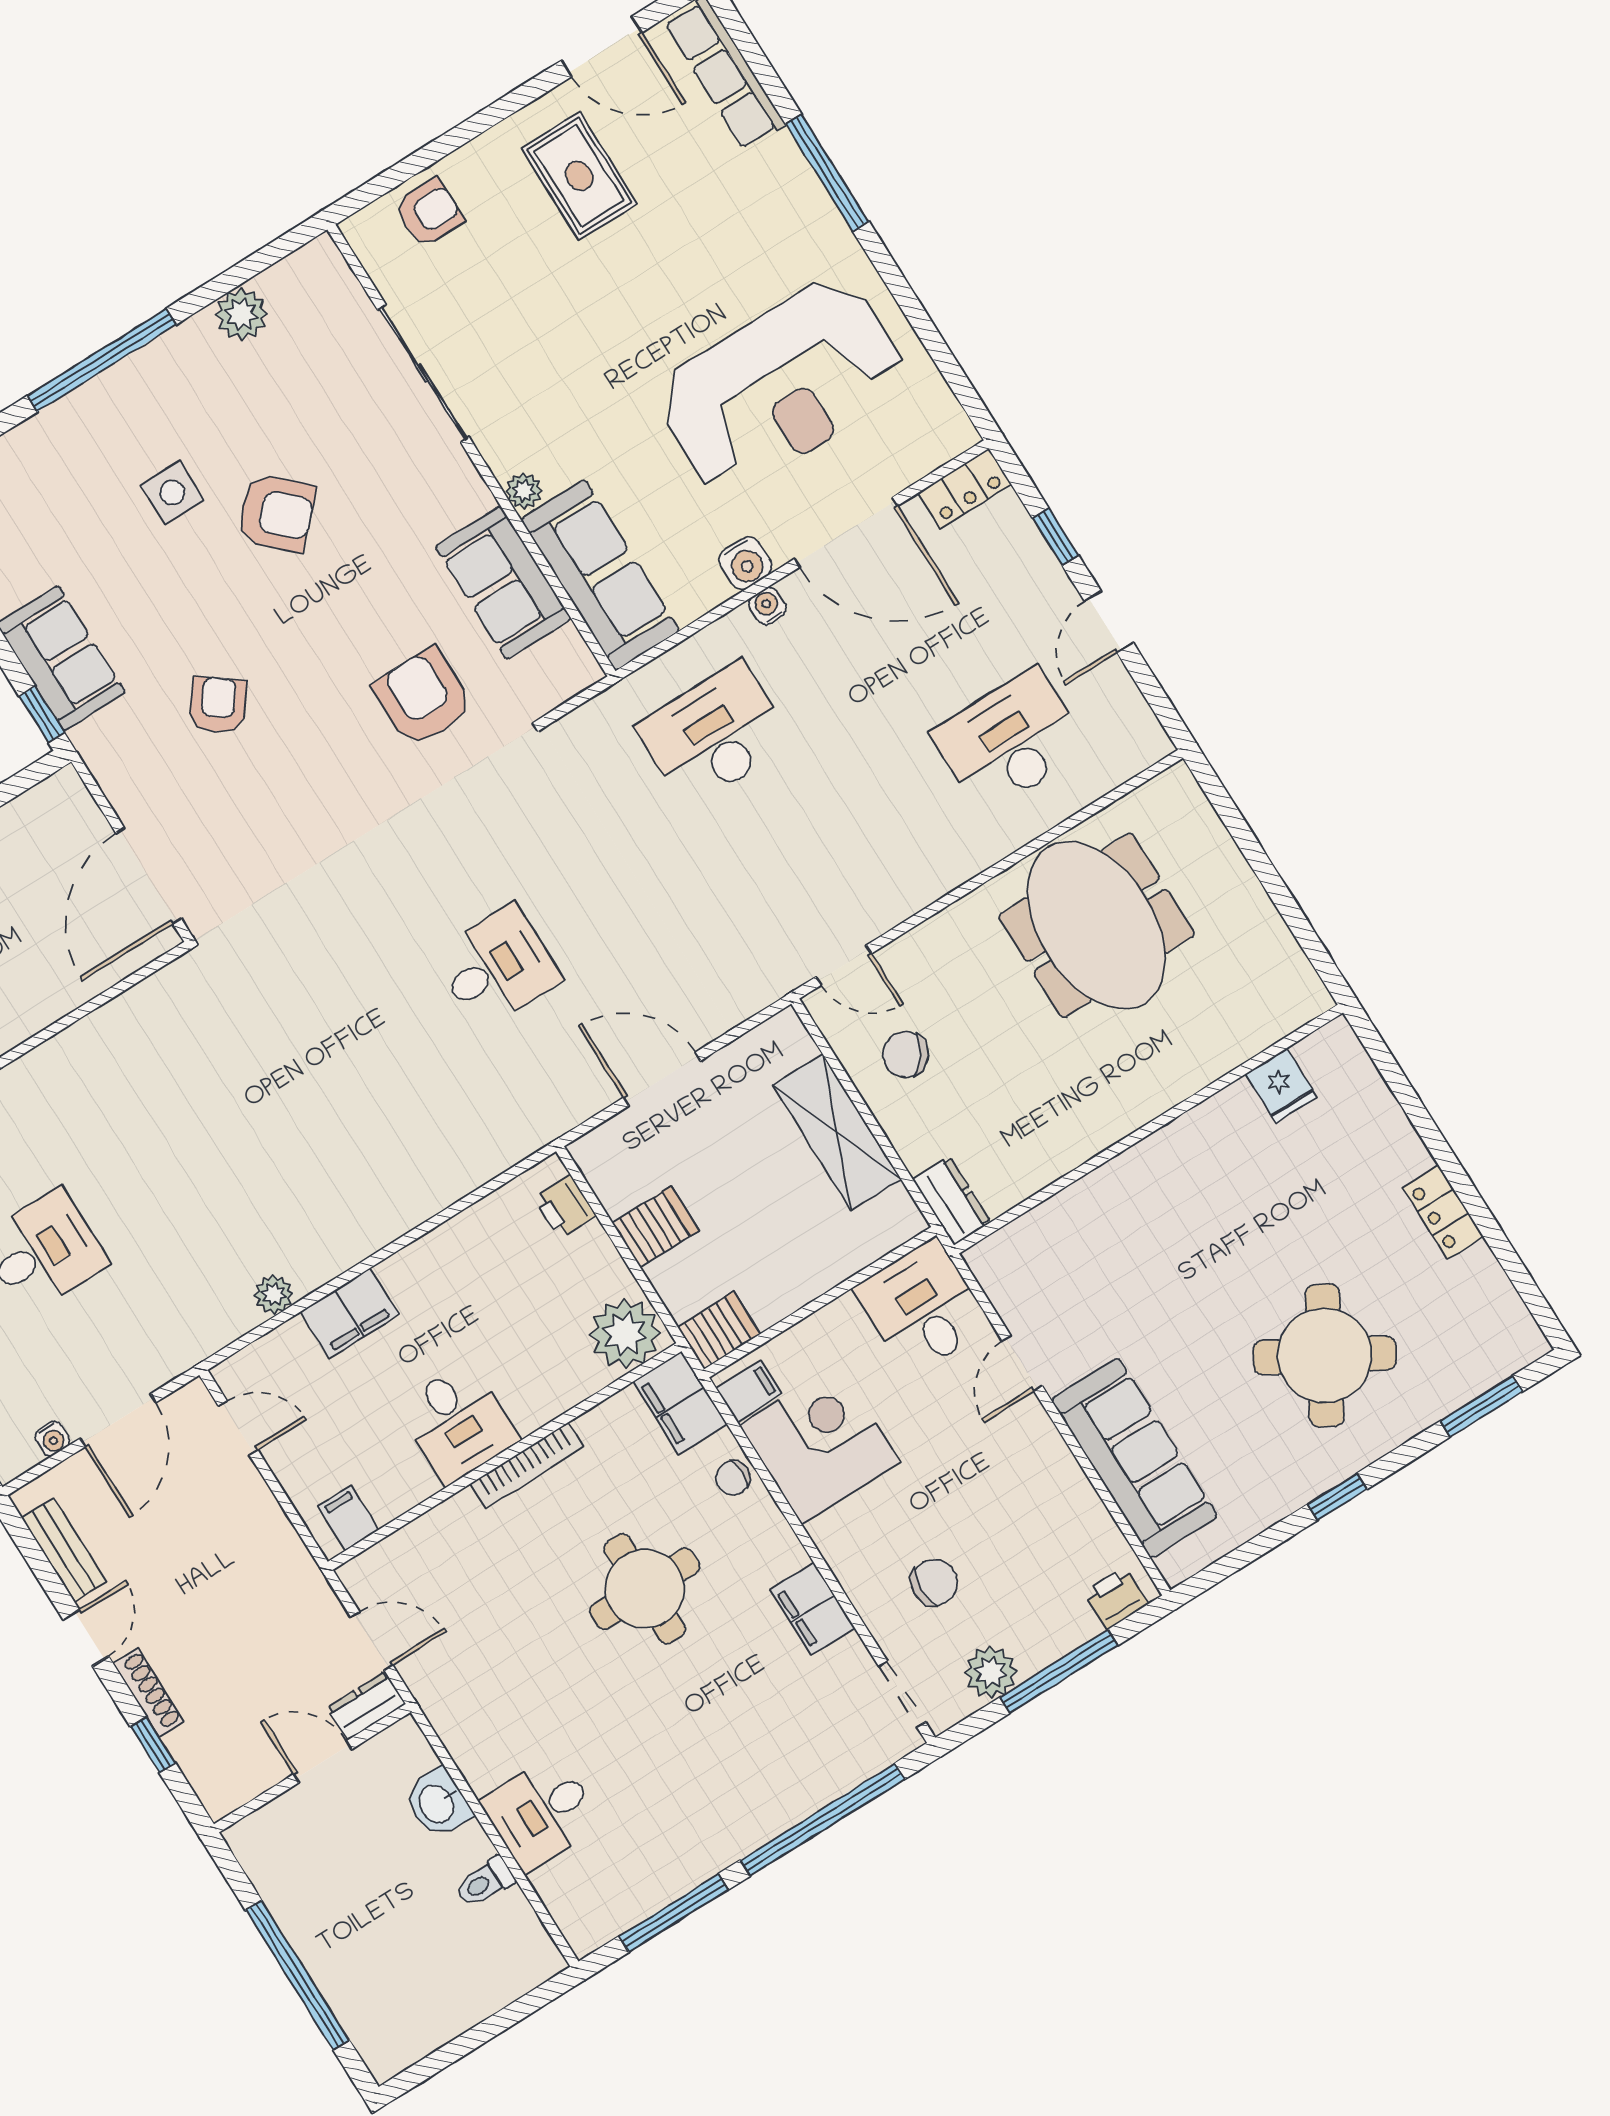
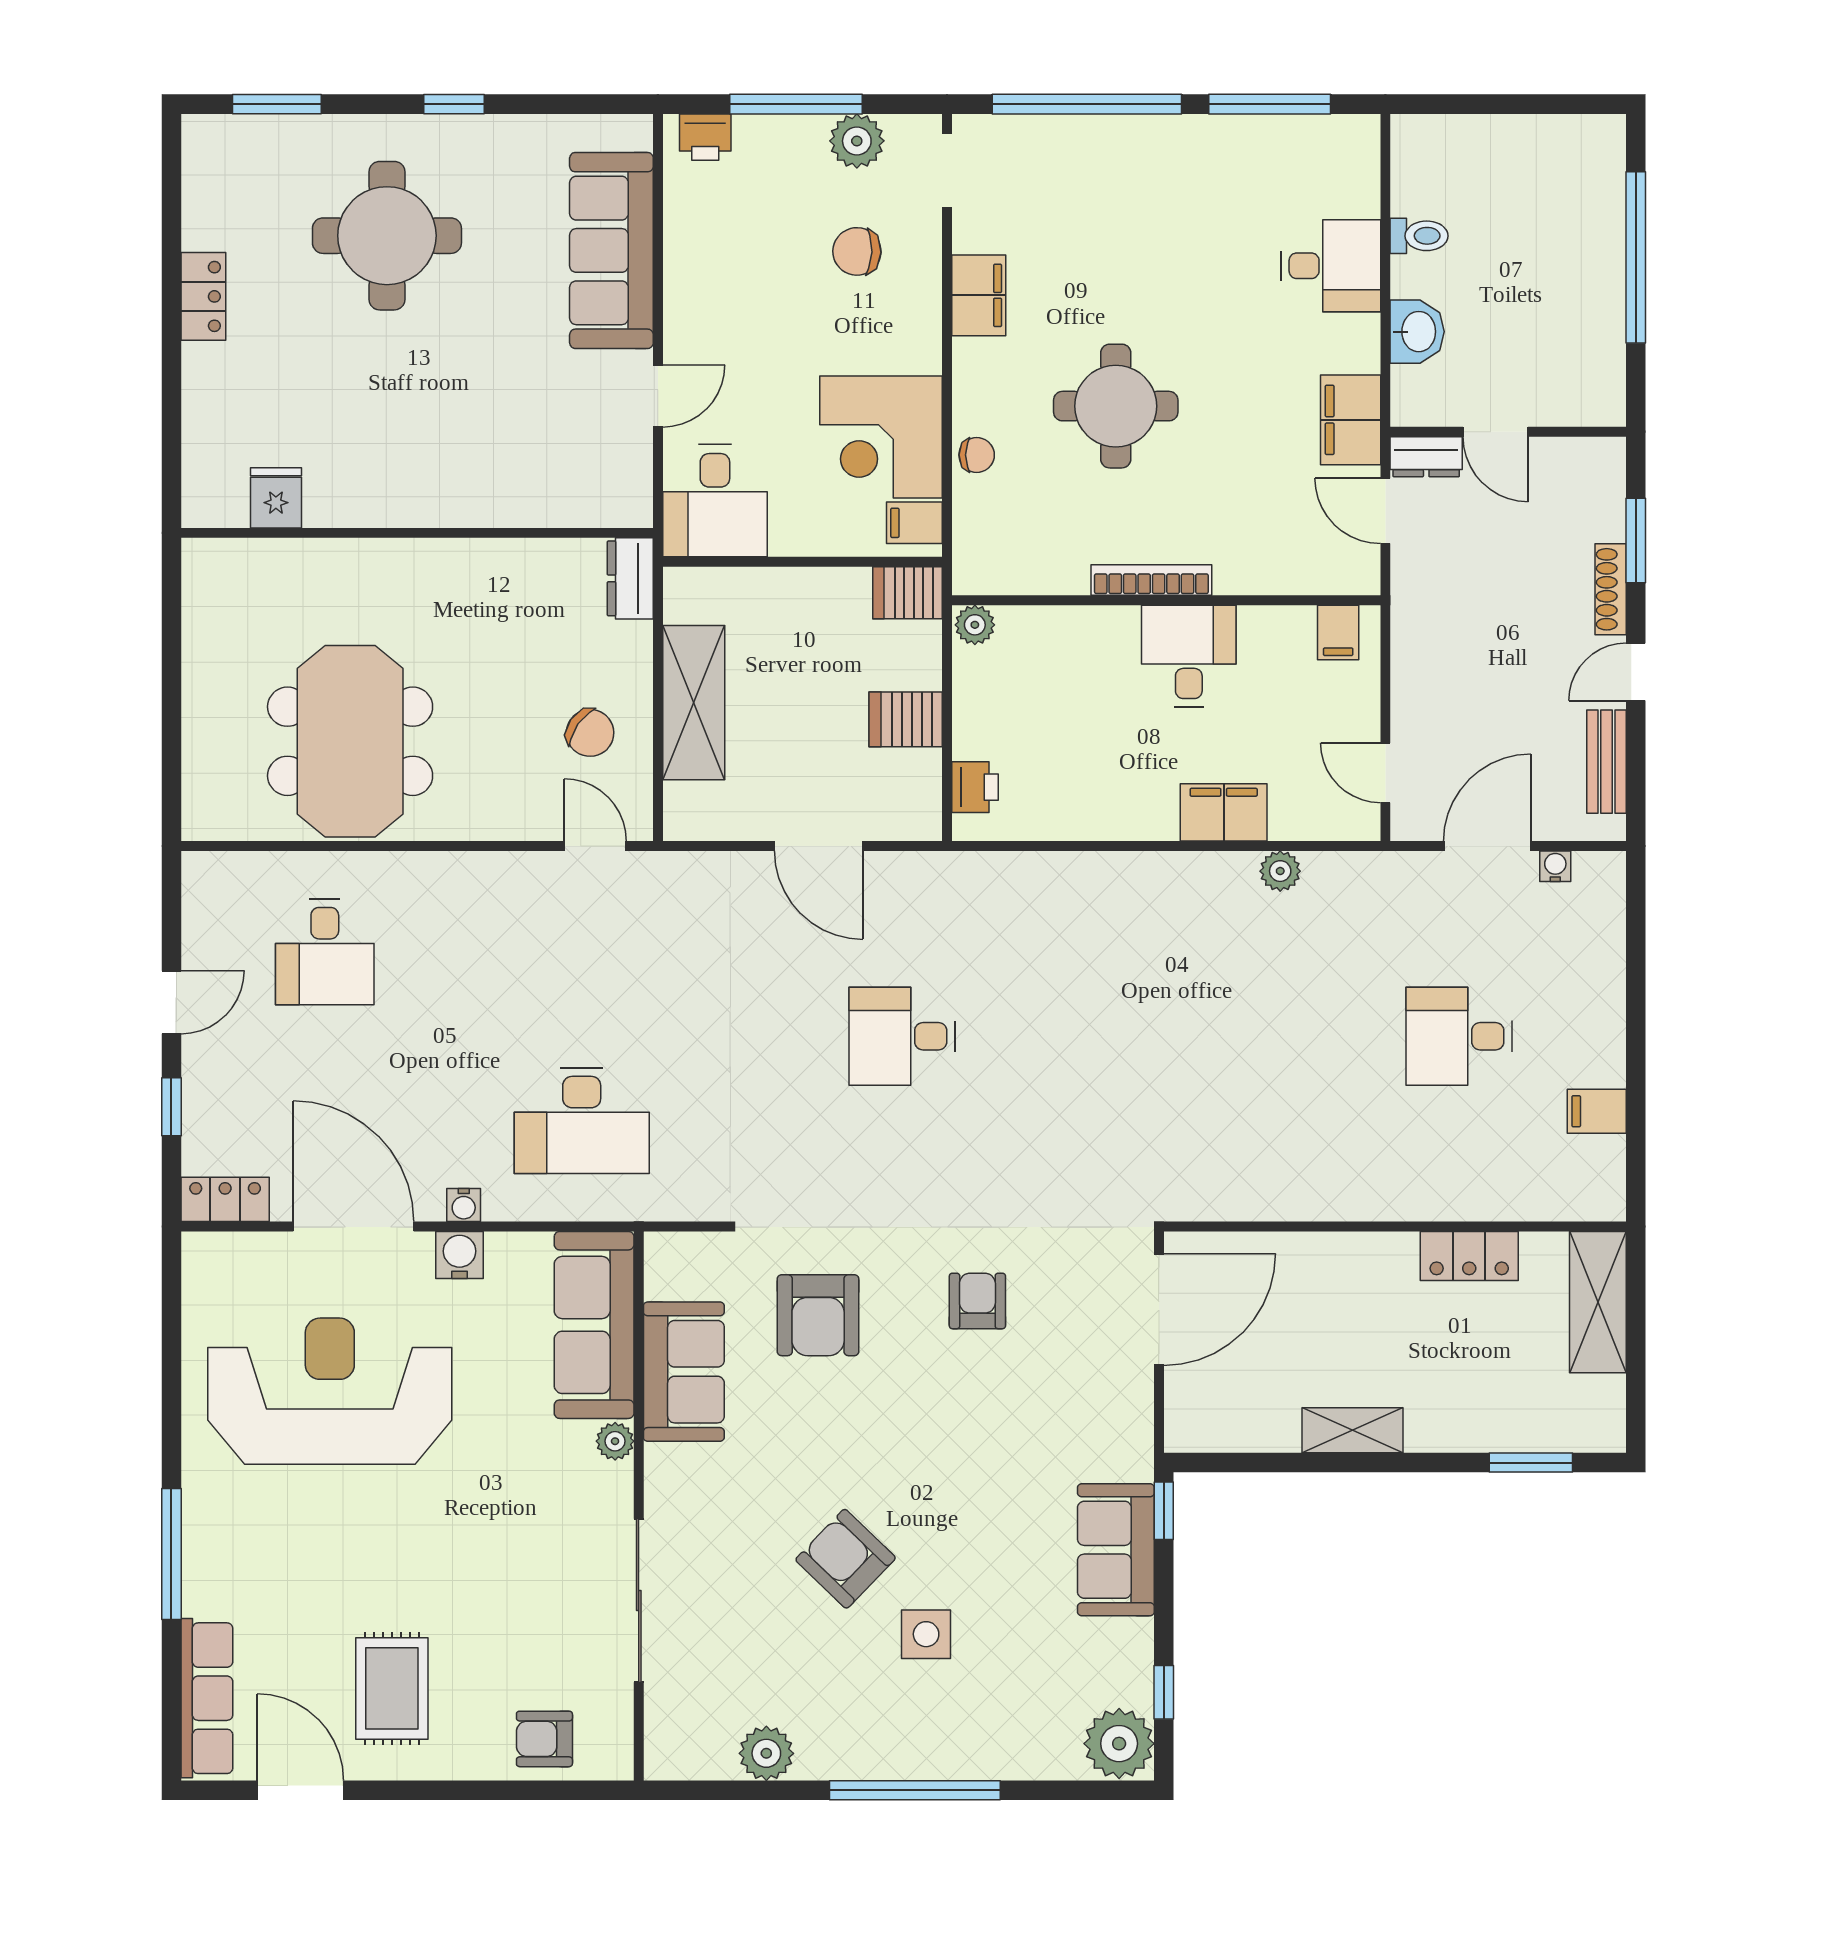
armchair: (218, 705) -> (977, 1301), moved, turned 143
desk: (1010, 741) -> (325, 952), width x0.73
plant: (625, 1334) -> (975, 625), width x0.53, depth x0.53
round table: (1325, 1355) -> (387, 236), turned -30
filing cabinet: (680, 1403) -> (1351, 420), moved, turned 180
window: (153, 1745) -> (1636, 541), width x1.50

